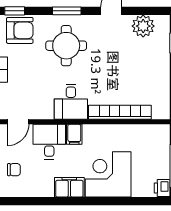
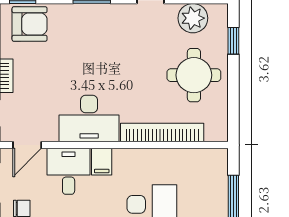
round table: (66, 46) -> (194, 75), moved
desk: (71, 102) -> (89, 119), width x1.37

